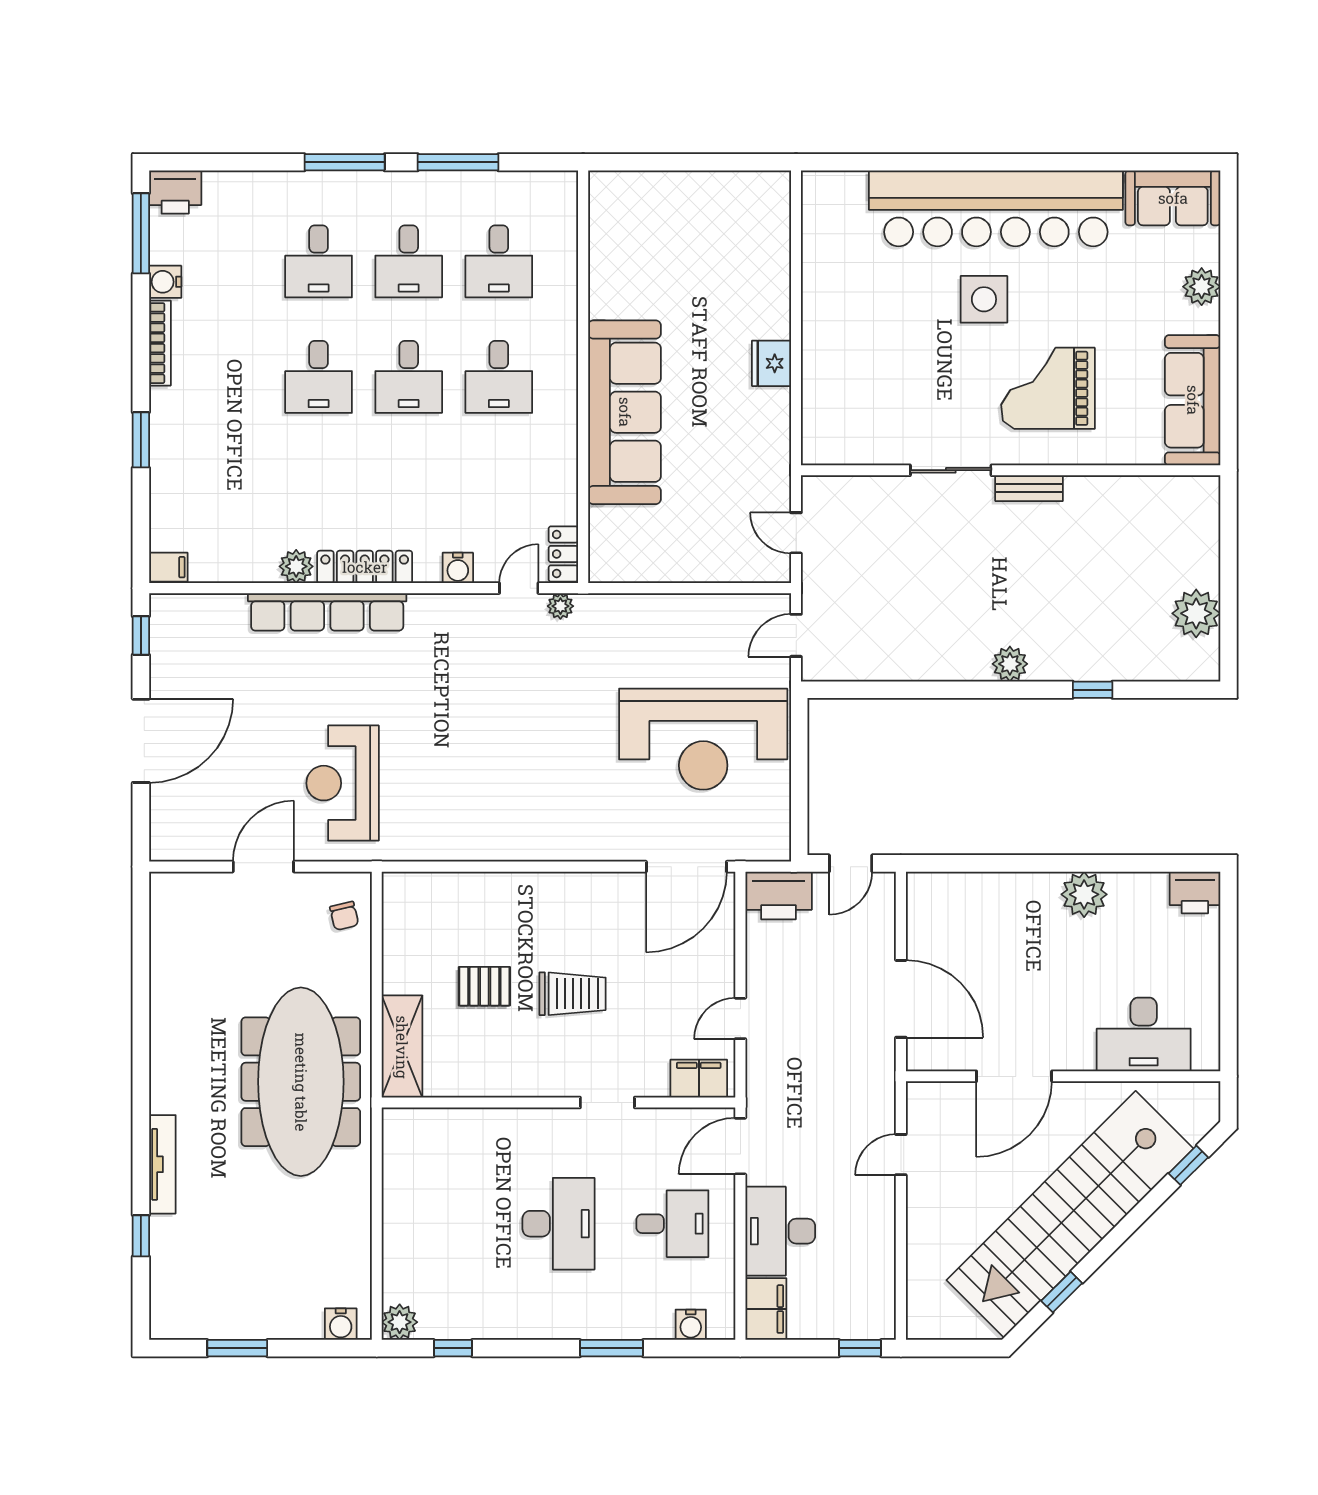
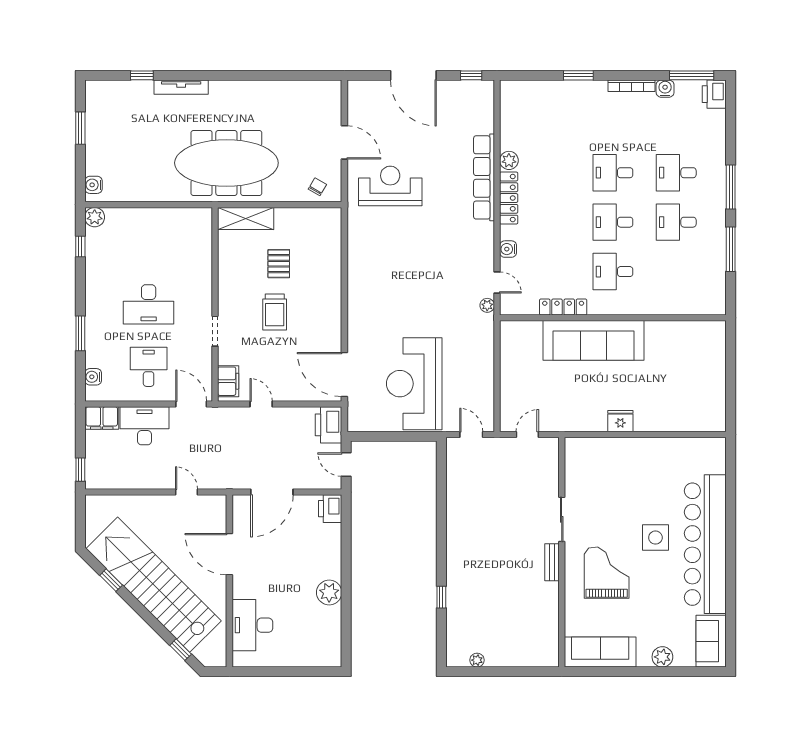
desk: (499, 261) -> (676, 272), removed
locker: (563, 554) -> (563, 307), moved, width x1.53
filing cabinet: (168, 567) -> (509, 90), removed
plant: (1196, 613) -> (477, 660), width x0.53, depth x0.53
plant: (1010, 664) -> (455, 552), removed
printer: (1195, 892) -> (330, 509), moved
chair: (344, 916) -> (317, 187), turned 133
desk: (672, 1224) -> (149, 367), turned 180

